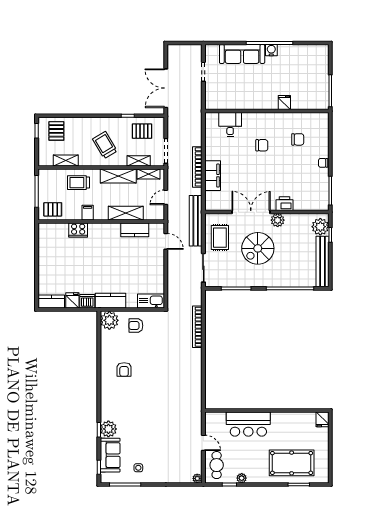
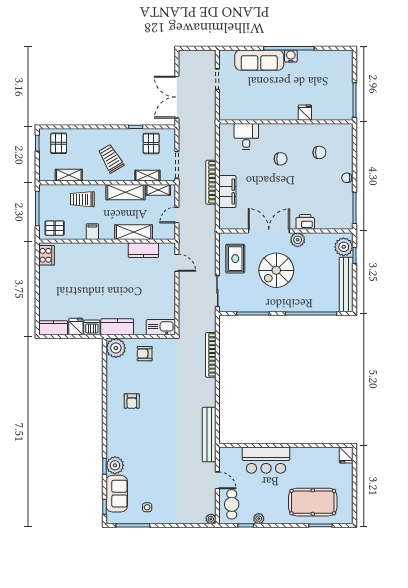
pallet: (142, 131) -> (151, 143), turned 90
bench: (196, 221) -> (209, 435), moved
cooker: (78, 230) -> (46, 255), moved, turned -90

